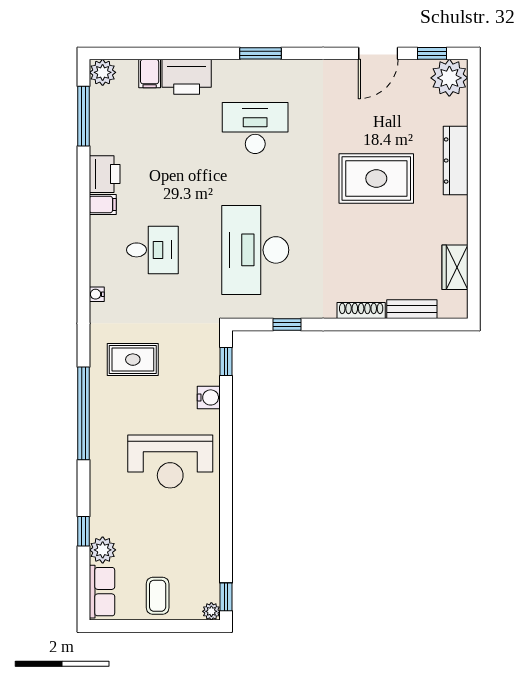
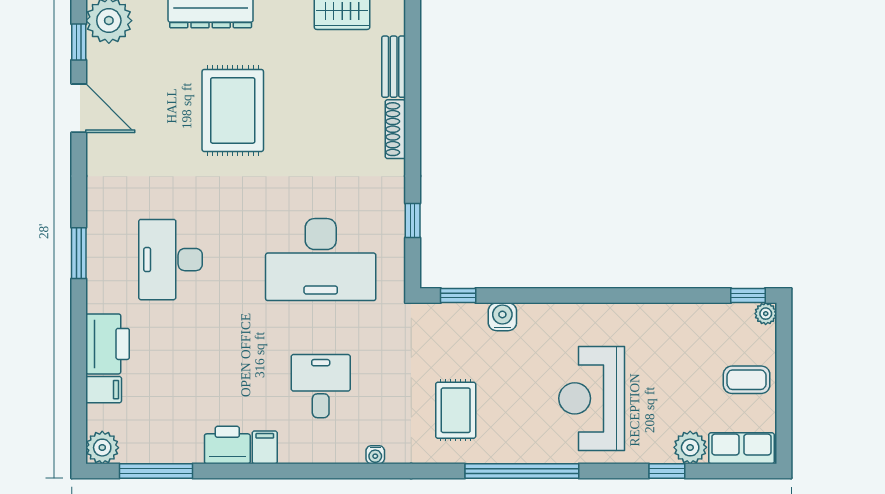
reception desk: (170, 462) -> (592, 398), moved, turned 180

